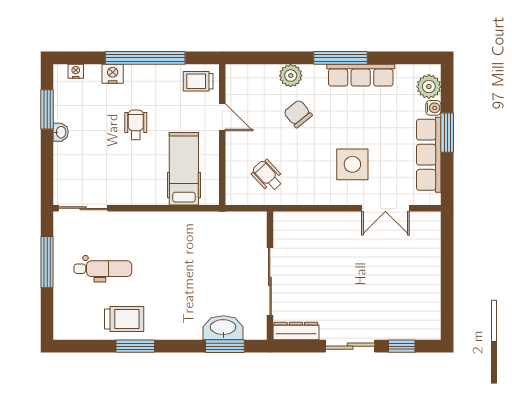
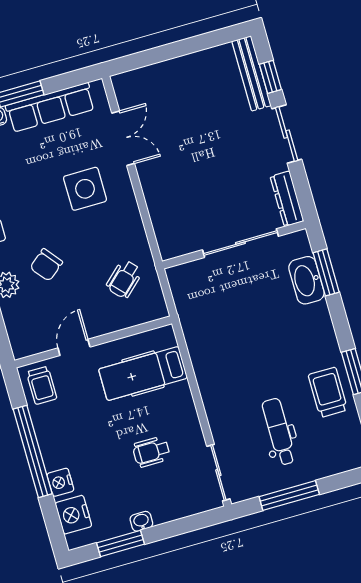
nightstand: (76, 71) -> (73, 515), width x1.89, depth x1.79
wheelchair: (136, 125) -> (151, 452), moved
bench: (409, 331) -> (251, 73), added

